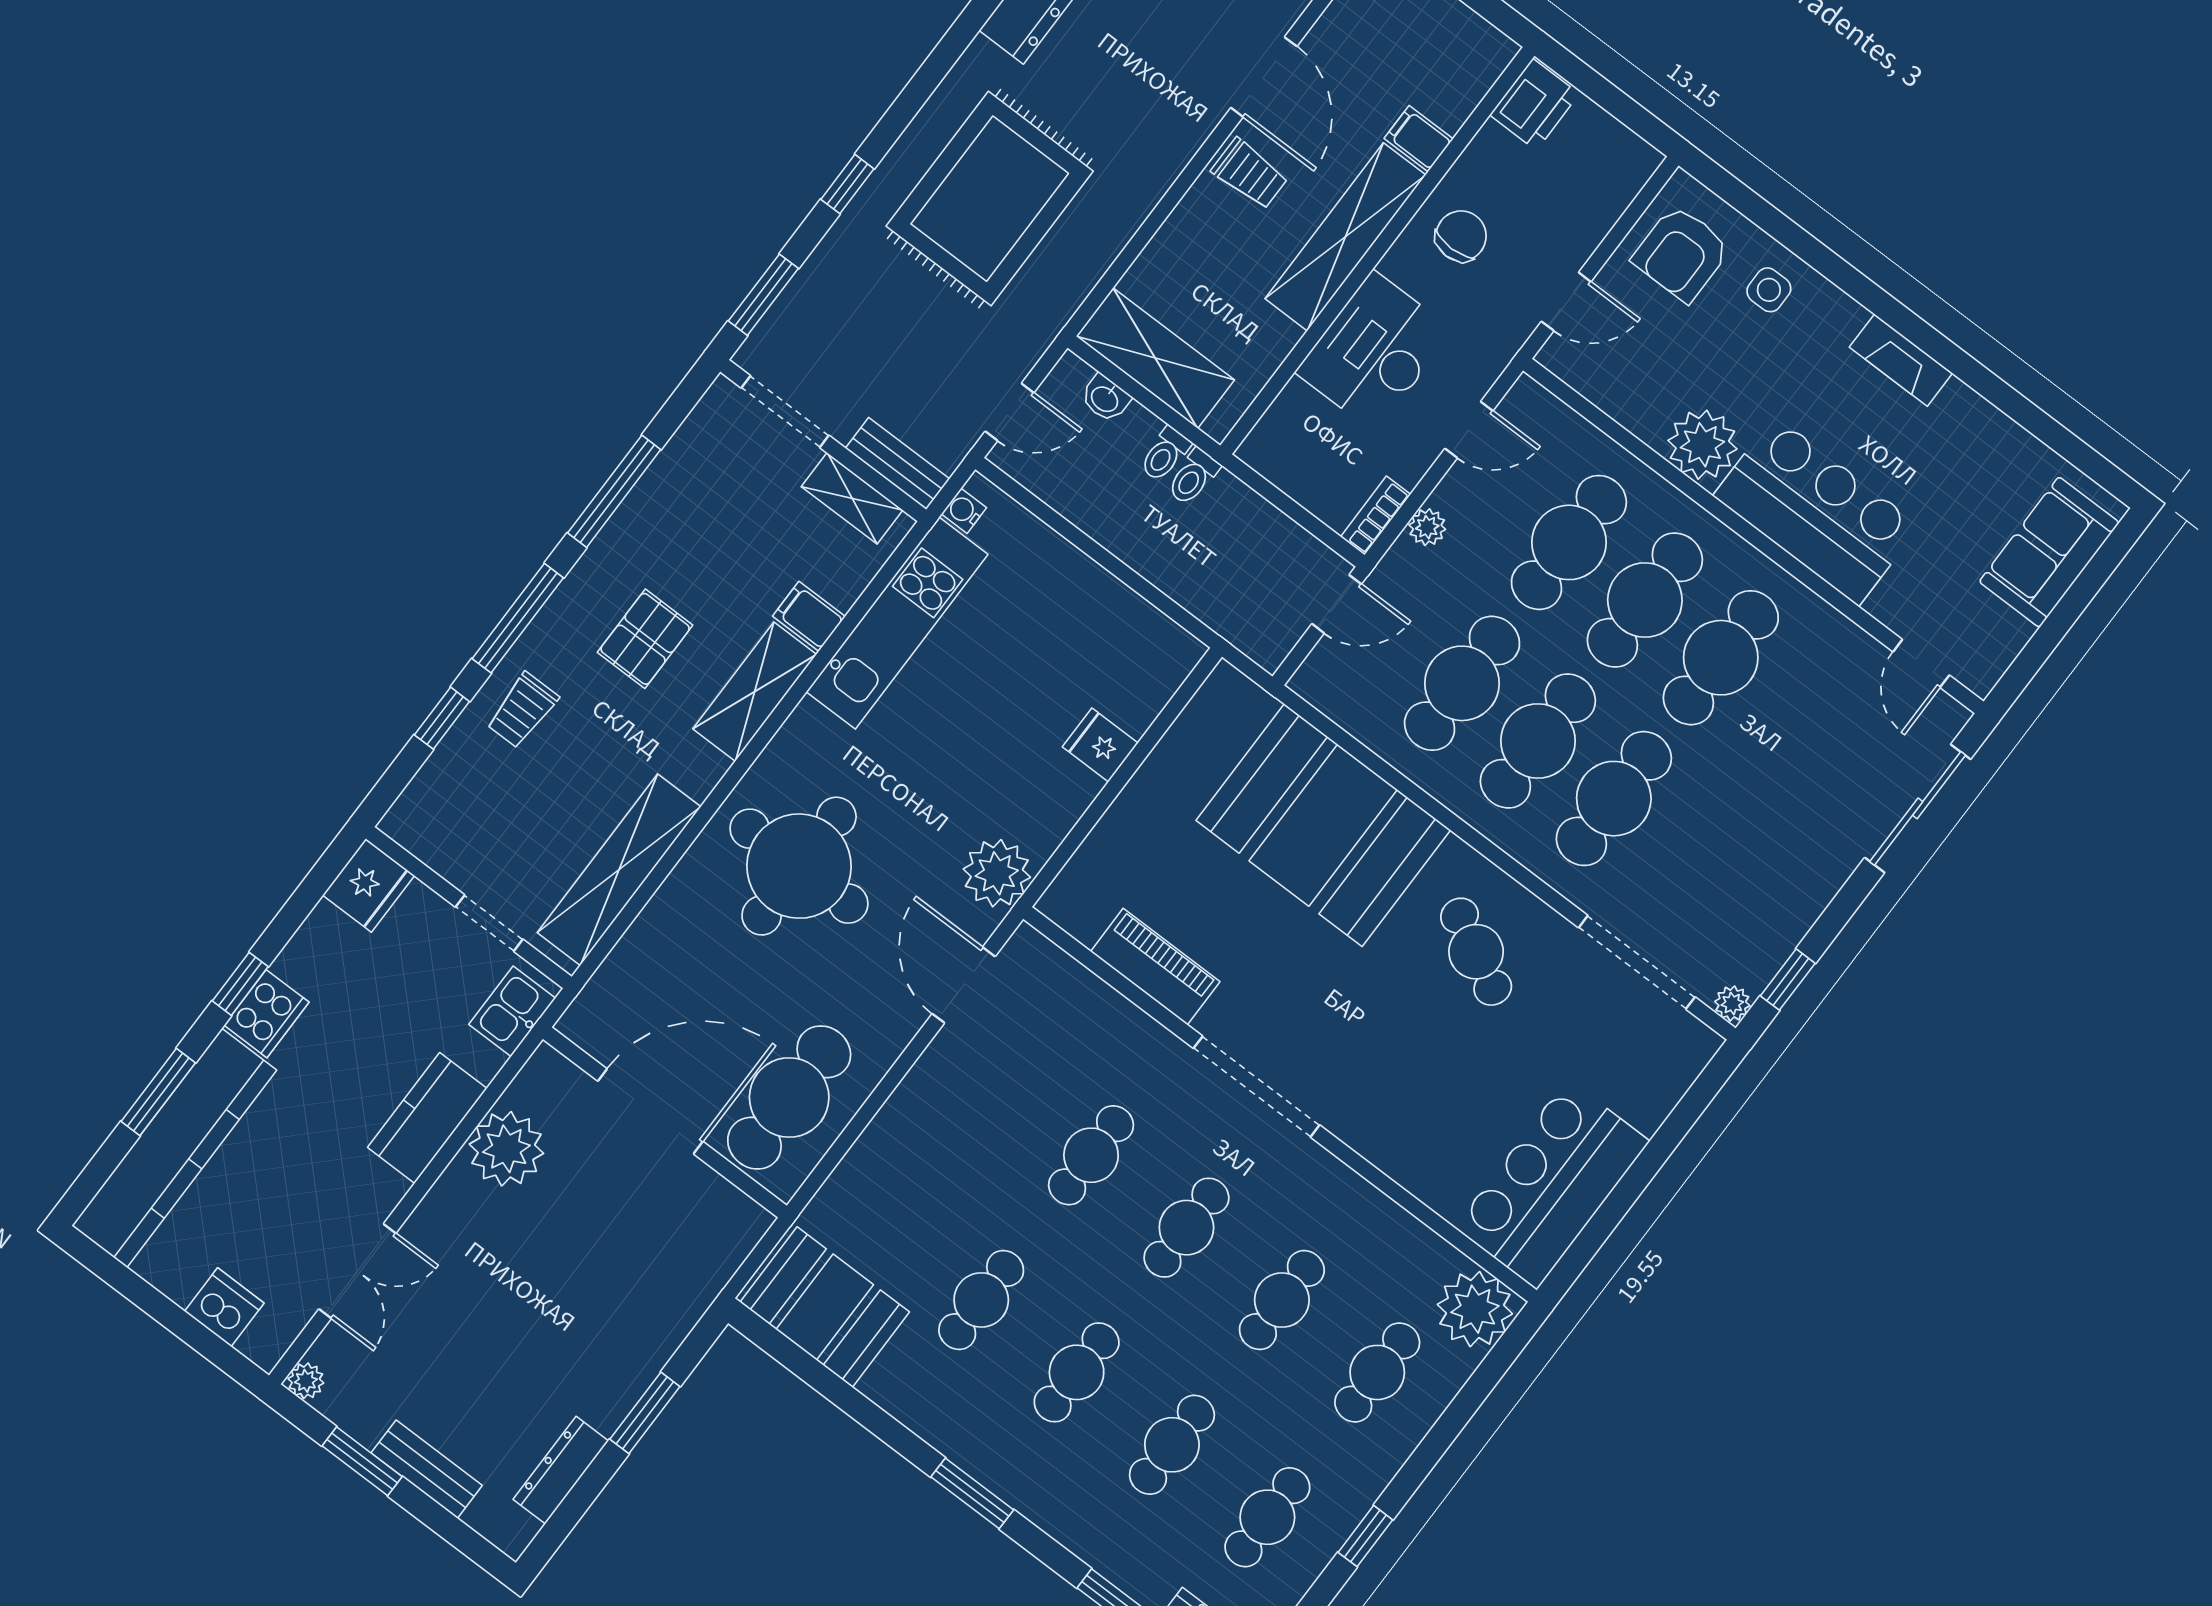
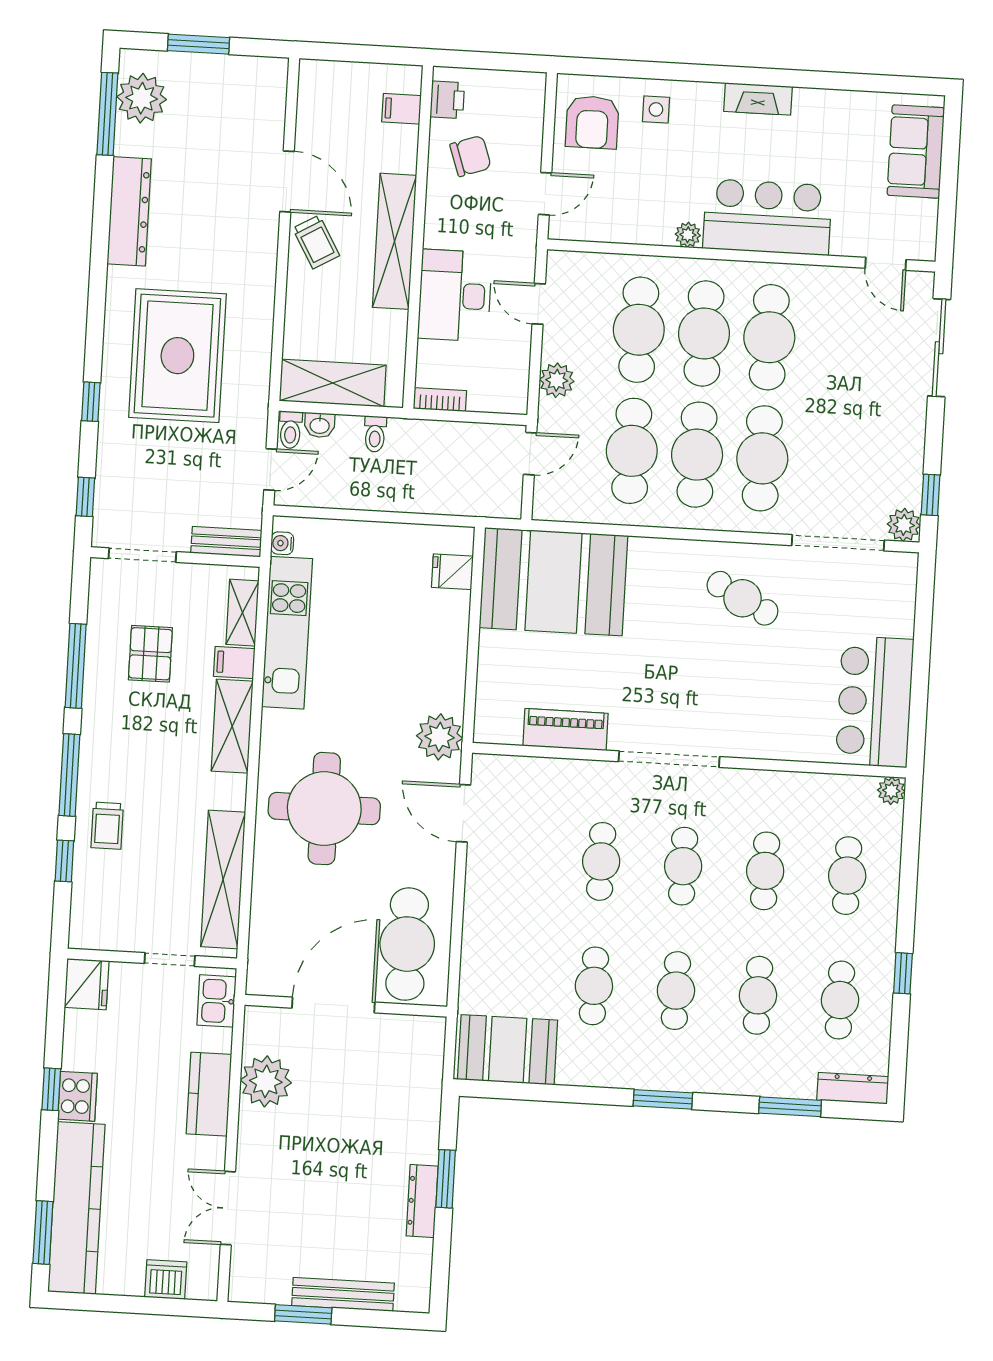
printer: (1534, 104) -> (447, 100), width x0.73, depth x0.81
filing cabinet: (1419, 139) -> (402, 109), moved
trolley: (1250, 174) -> (316, 242), turned 60
chair: (1461, 236) -> (471, 156), moved, turned 71
window: (763, 295) -> (85, 497), width x0.67
door: (1469, 430) -> (539, 304), swing flipped
plant: (1702, 445) -> (688, 235), width x0.53, depth x0.53
toilet: (1193, 477) -> (290, 430), moved
shelving: (852, 498) -> (242, 613), moved, turned 90
bookcase: (1376, 516) -> (440, 400), moved, turned 90
plant: (1427, 527) -> (557, 380), width x1.38, depth x1.38
pallet: (645, 639) -> (150, 654), moved
fridge: (1100, 745) -> (452, 572), moved
booth: (1323, 825) -> (553, 582), moved
plant: (1732, 1004) -> (904, 525), width x1.38, depth x1.38
window: (158, 1092) -> (43, 1232), moved
double door: (357, 1271) -> (228, 1208), swing flipped
plant: (1475, 1309) -> (891, 791), width x0.53, depth x0.53
plant: (306, 1381) -> (240, 1290), removed
bench: (427, 1469) -> (343, 1294), width x1.36
dresser: (561, 1470) -> (422, 1201), moved

